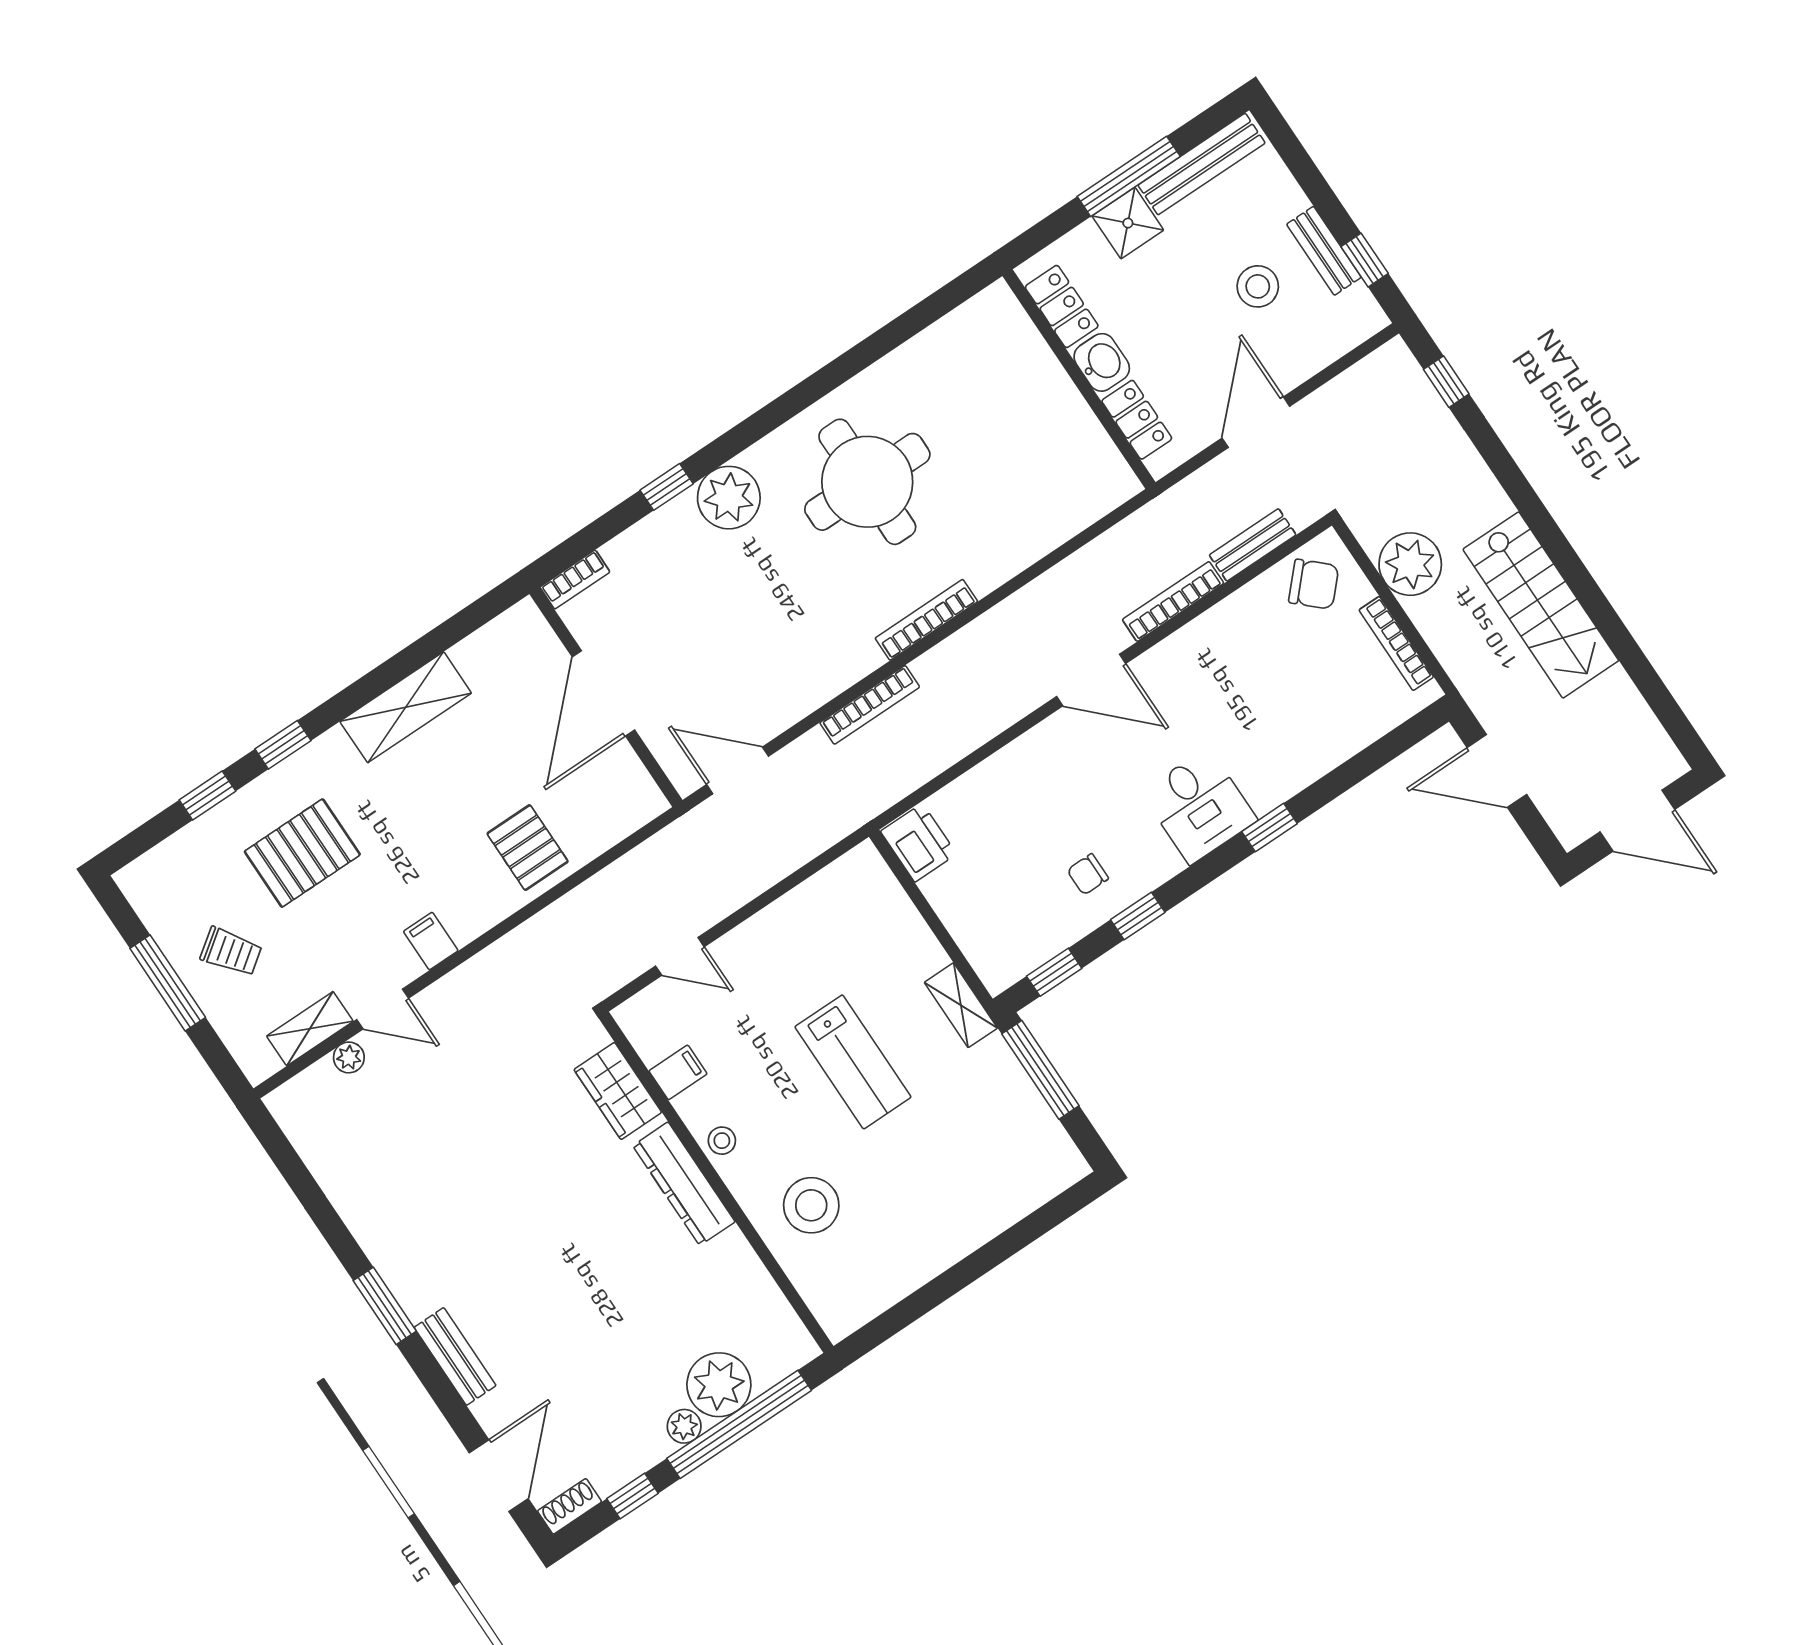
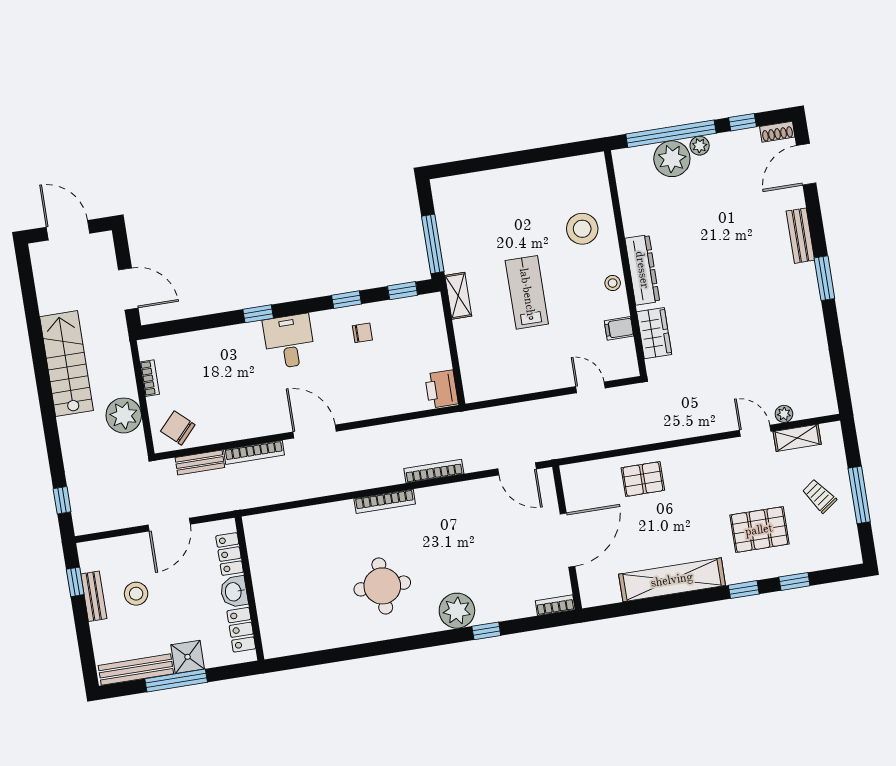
round table: (867, 482) -> (382, 586), width x0.73, depth x0.73
bookcase: (1396, 643) -> (150, 378), width x0.64
shelving: (406, 707) -> (672, 580), width x1.47
pallet: (528, 848) -> (643, 479), turned 90
filing cabinet: (431, 941) -> (714, 454), removed

